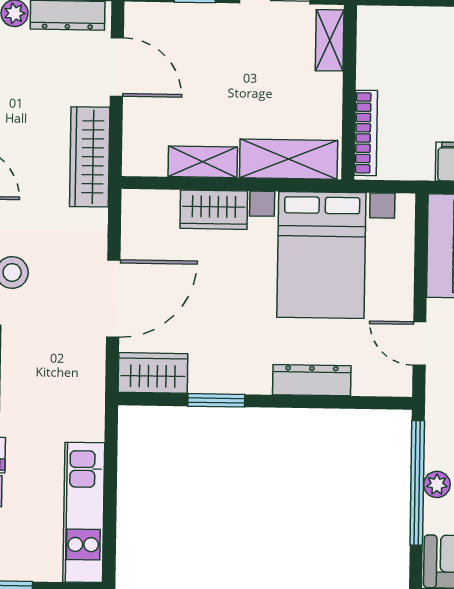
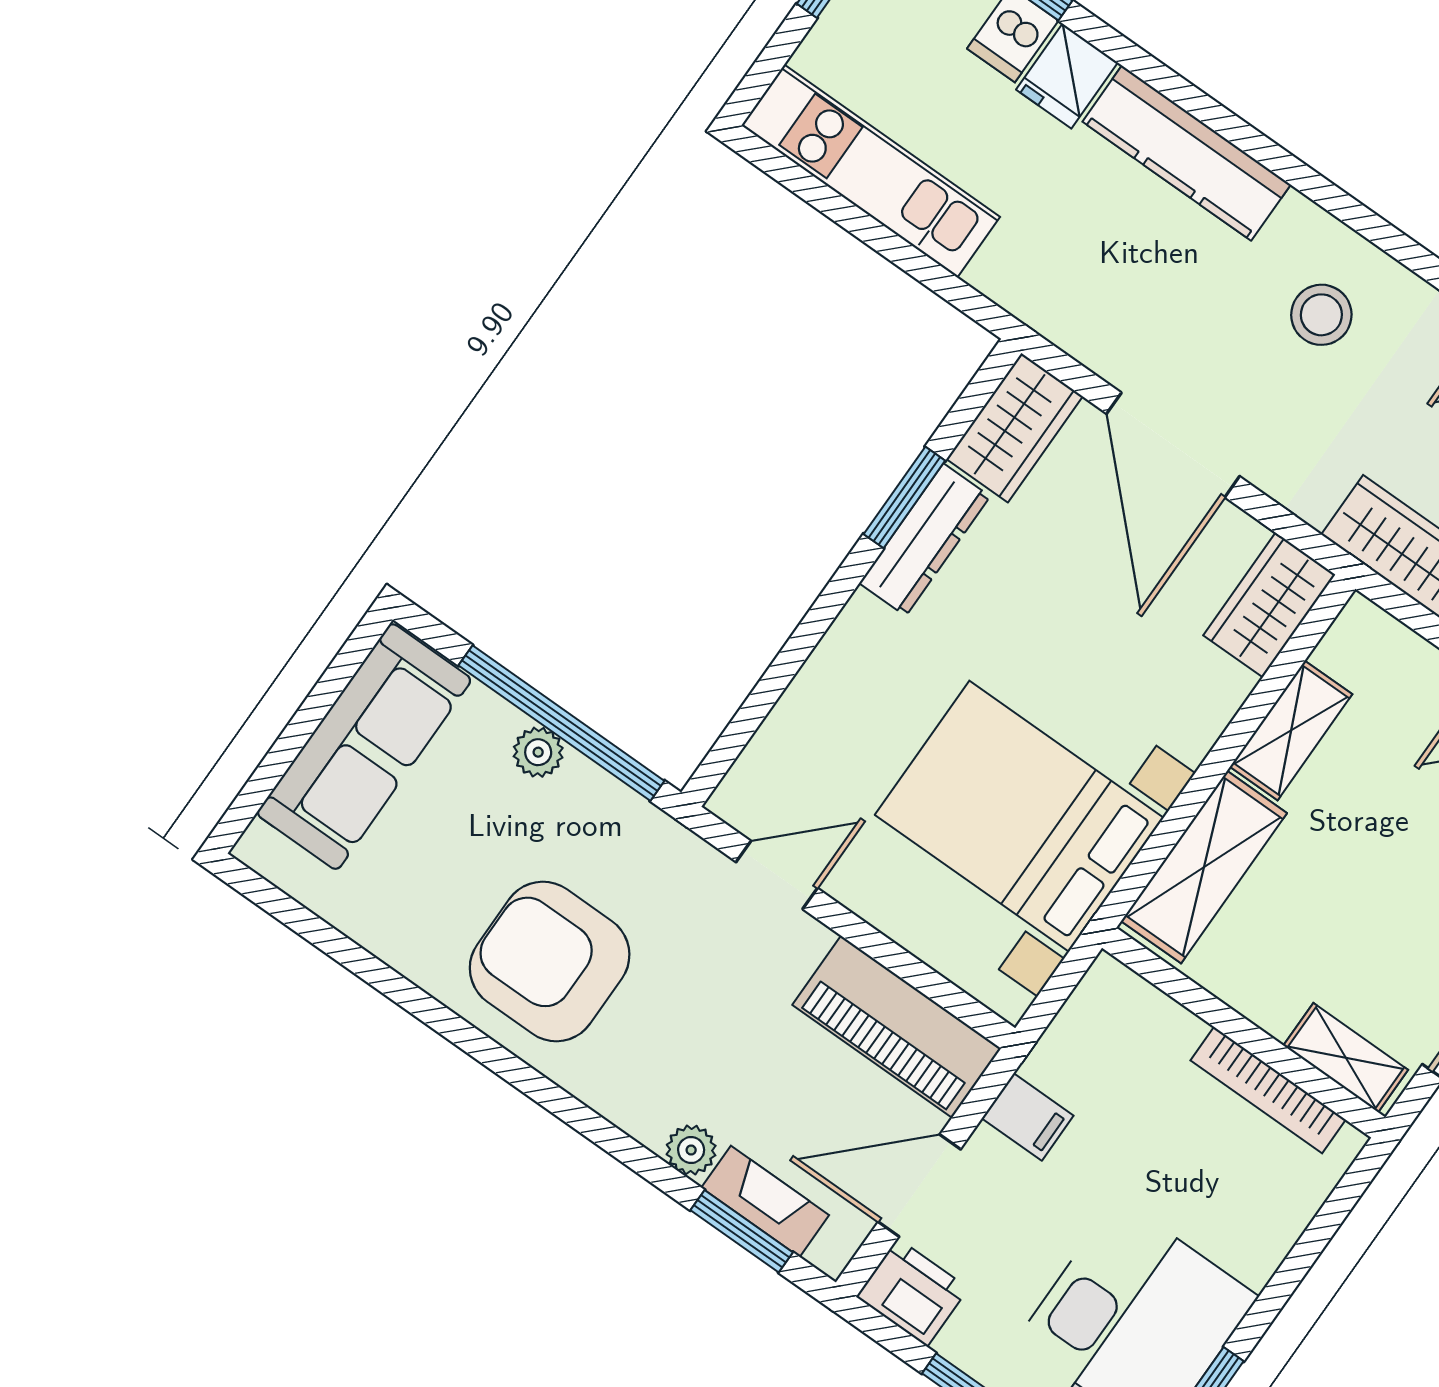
bookcase: (366, 133) -> (1268, 1090), moved
wardrobe: (214, 210) -> (1269, 605), moved
dresser: (312, 380) -> (925, 540), moved

